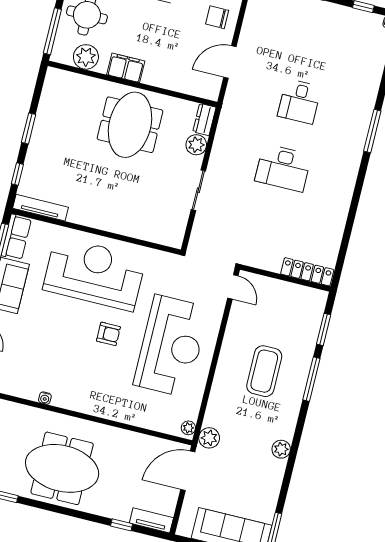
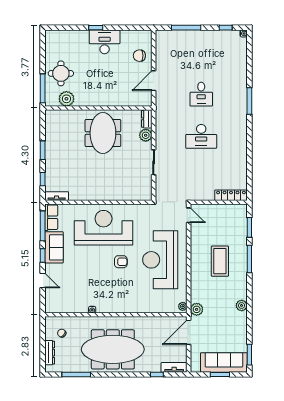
filing cabinet: (126, 68) -> (92, 99), removed
tv unit: (40, 208) -> (57, 196), width x0.71
reception desk: (171, 346) -> (160, 260), turned 180
meeting table: (62, 468) -> (113, 349), width x1.36

